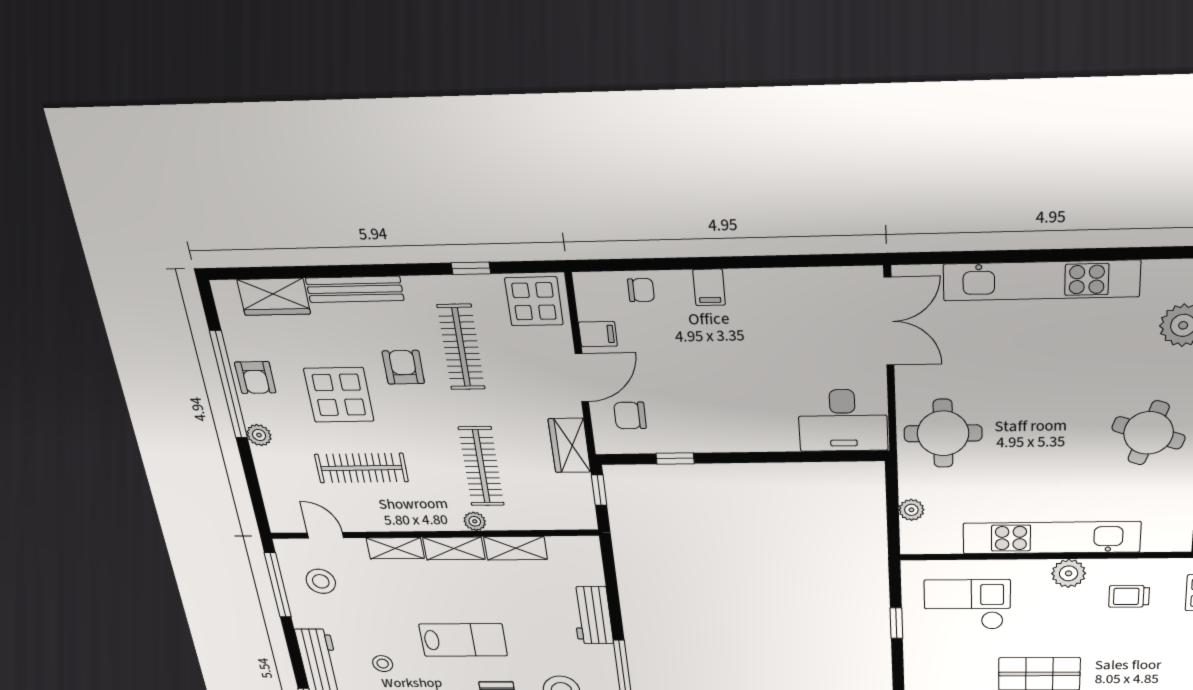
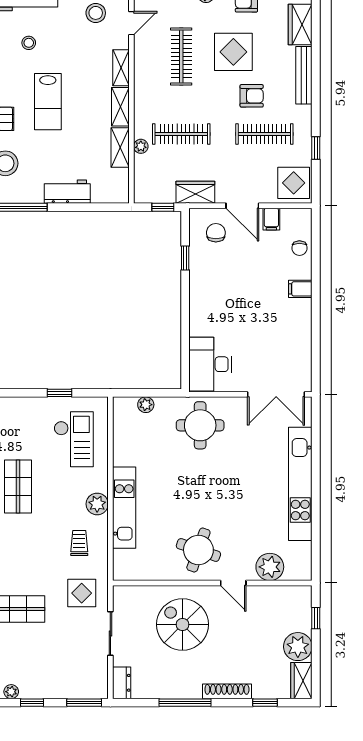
plant: (475, 521) -> (141, 146), moved
kitchen unit: (1052, 538) -> (124, 508), width x0.73

